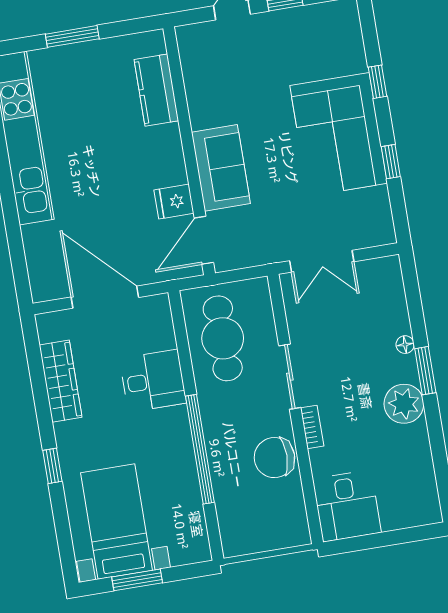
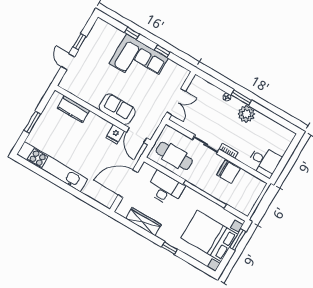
desk: (153, 381) -> (165, 189), width x1.37
chair: (274, 458) -> (228, 172), turned -90
bed with nightstands: (116, 522) -> (209, 236), width x1.36
window: (137, 580) -> (238, 239), moved

